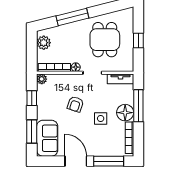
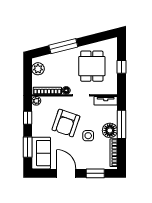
armchair: (75, 104) -> (66, 123), width x1.88, depth x1.88
window: (109, 161) -> (95, 173), width x0.69

